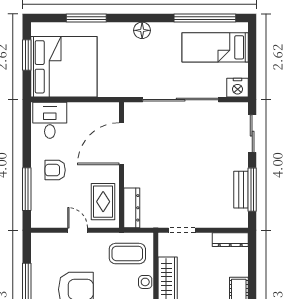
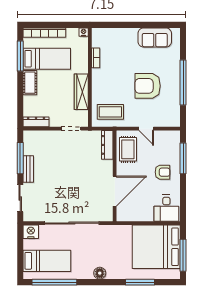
window: (27, 55) -> (183, 255), width x1.44
bench: (241, 190) -> (28, 169), moved
side table: (145, 282) -> (97, 91), removed

